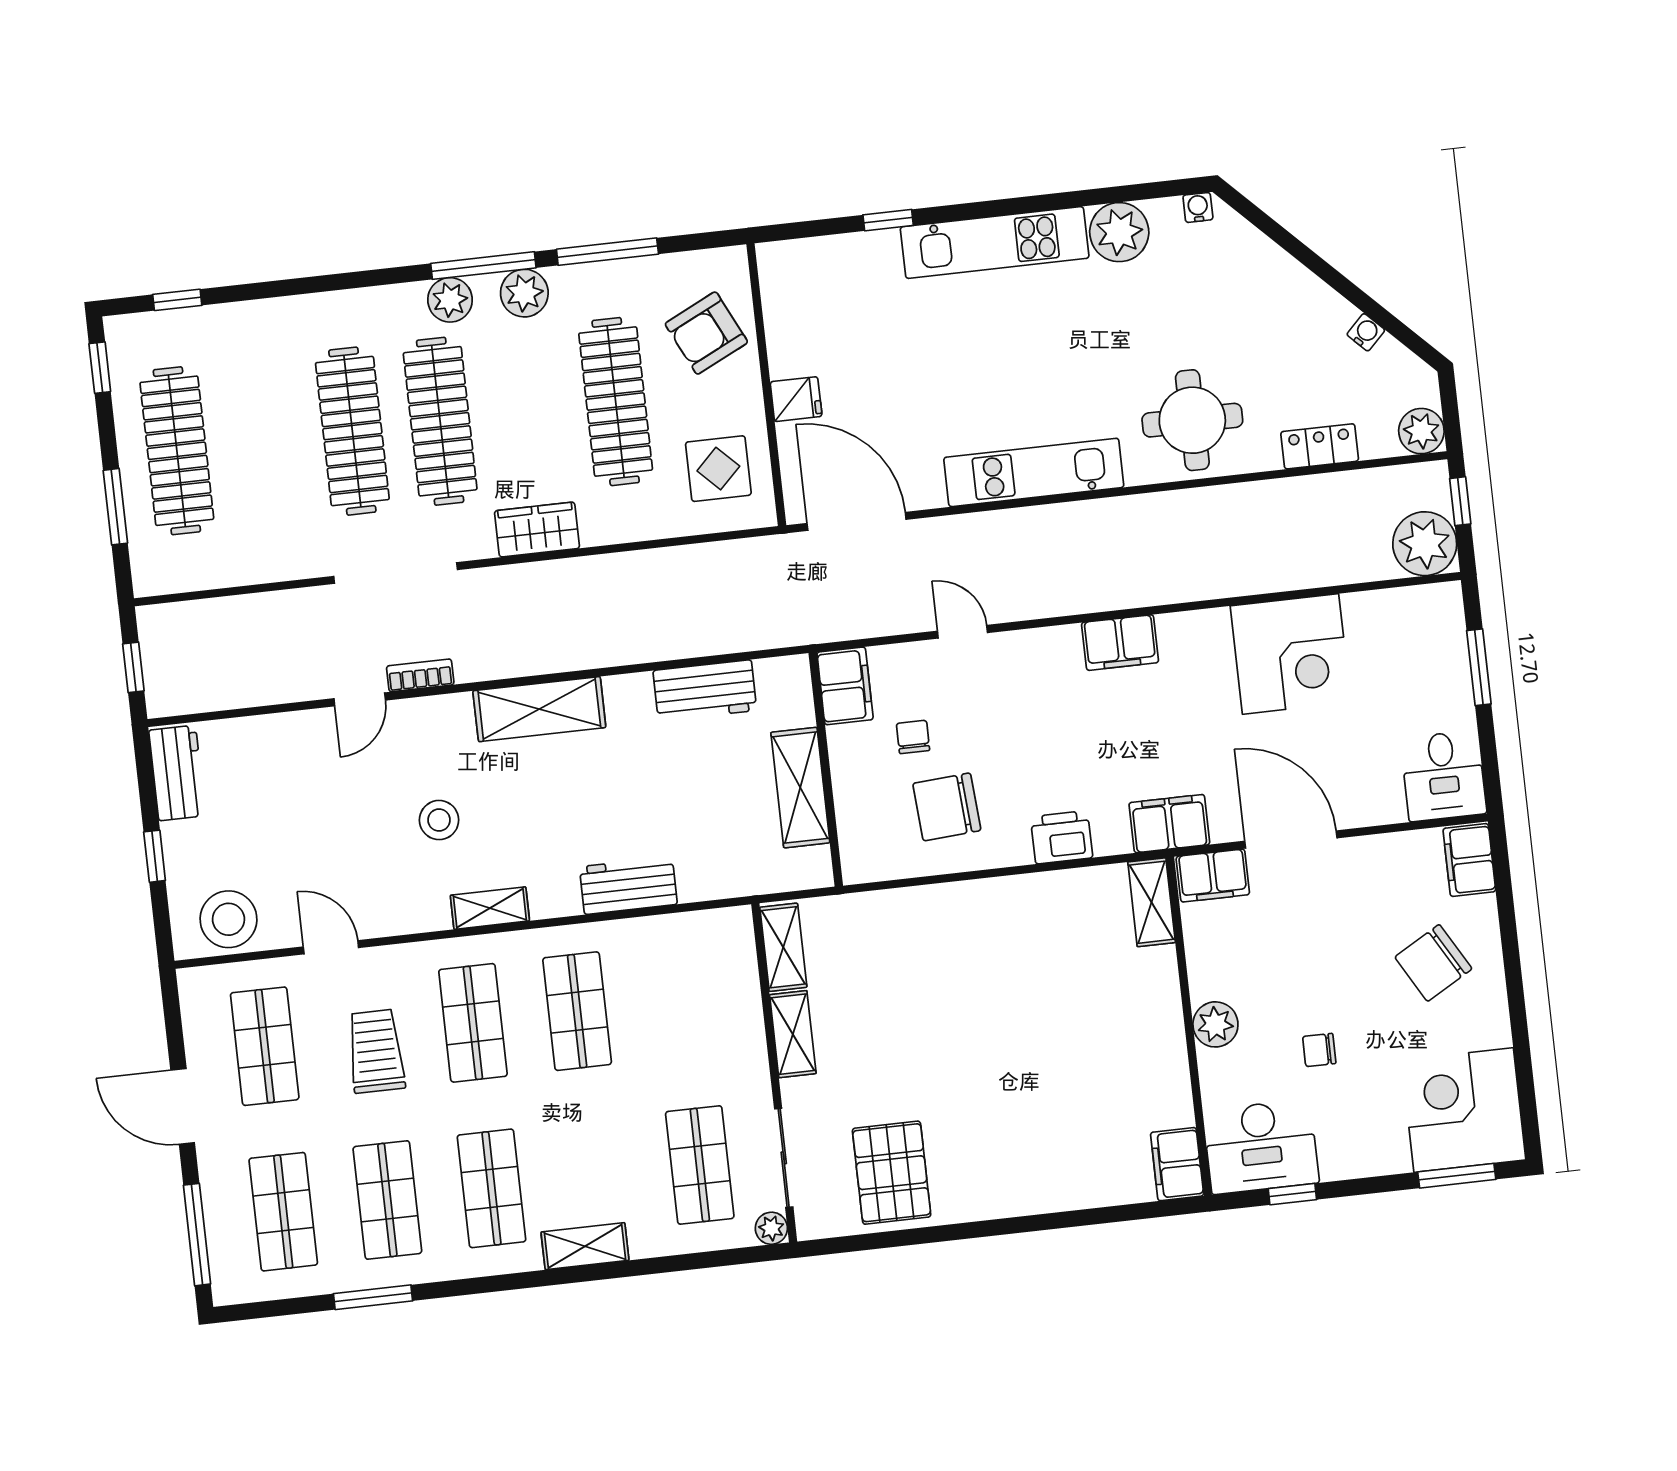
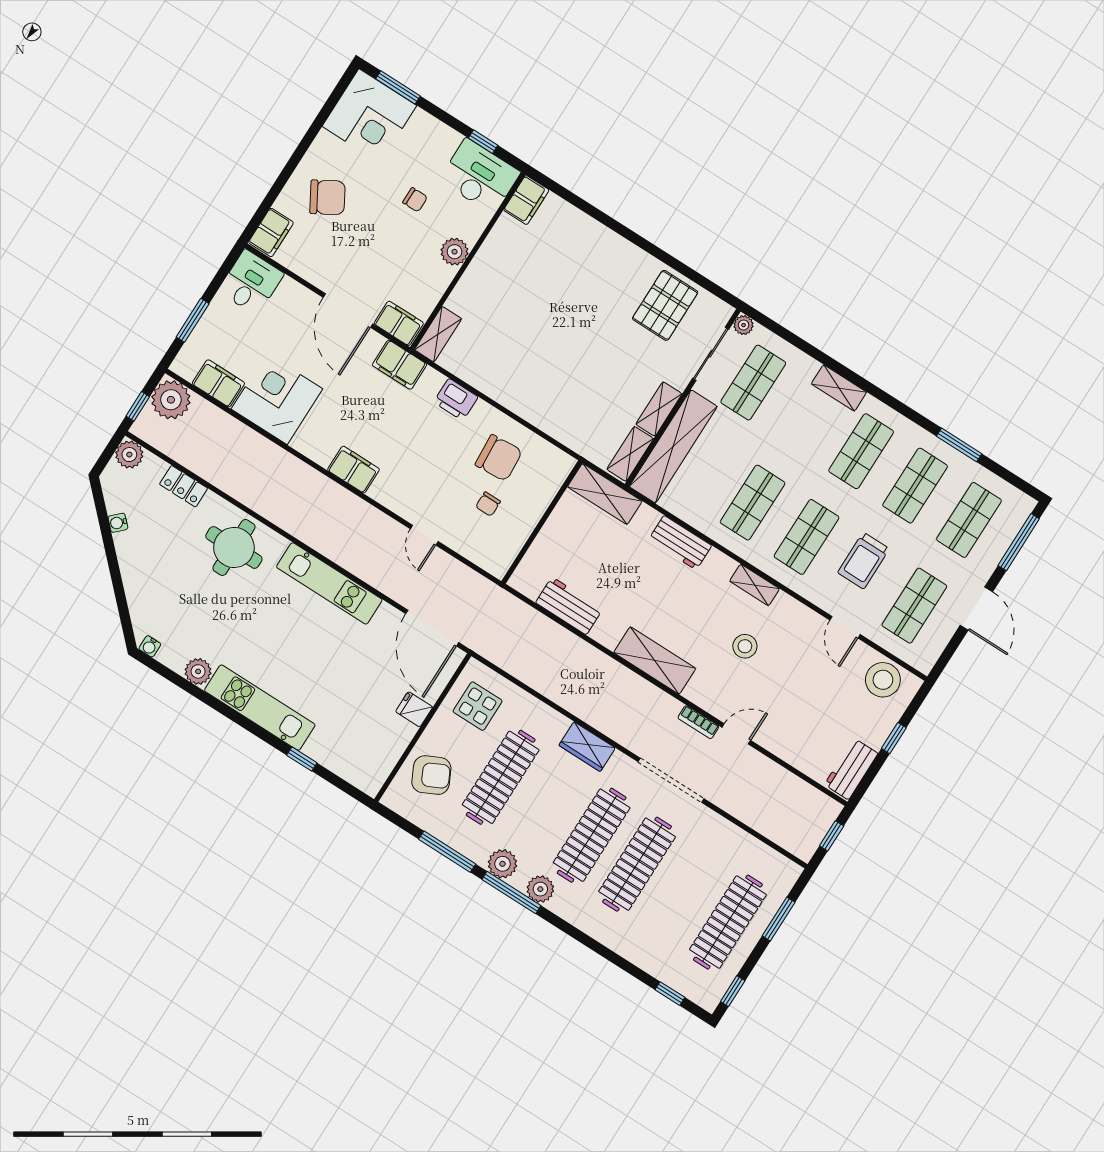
plant: (1119, 232) -> (198, 671), width x0.73, depth x0.73
filing cabinet: (845, 686) -> (218, 383), moved, turned 90
shelving: (800, 788) -> (605, 494), moved, turned 90
shelving: (736, 1001) -> (673, 446), added

